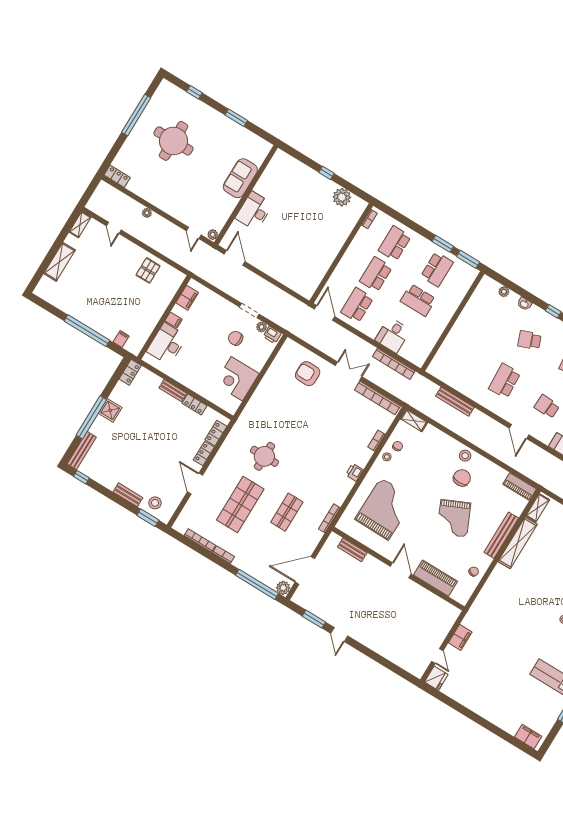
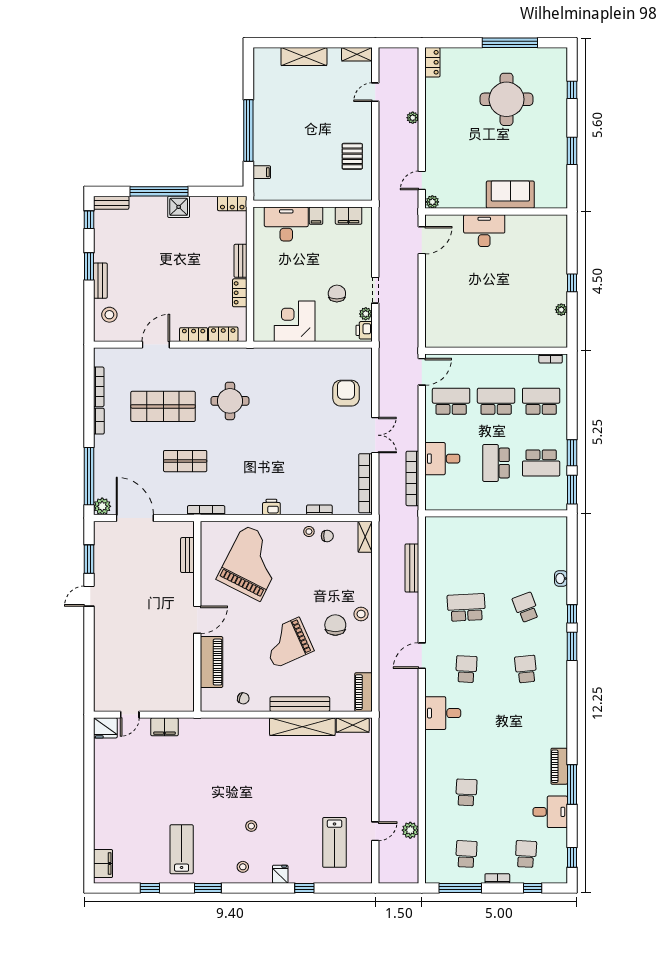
plant: (342, 197) -> (561, 310), width x0.53, depth x0.53
pallet: (148, 270) -> (352, 156), turned 90
plant: (504, 292) -> (561, 549), removed
bench: (82, 450) -> (111, 203), width x0.73
chair: (462, 478) -> (335, 625), turned -90
grand piano: (385, 509) -> (252, 563), turned -64
window: (148, 518) -> (89, 266), moved

